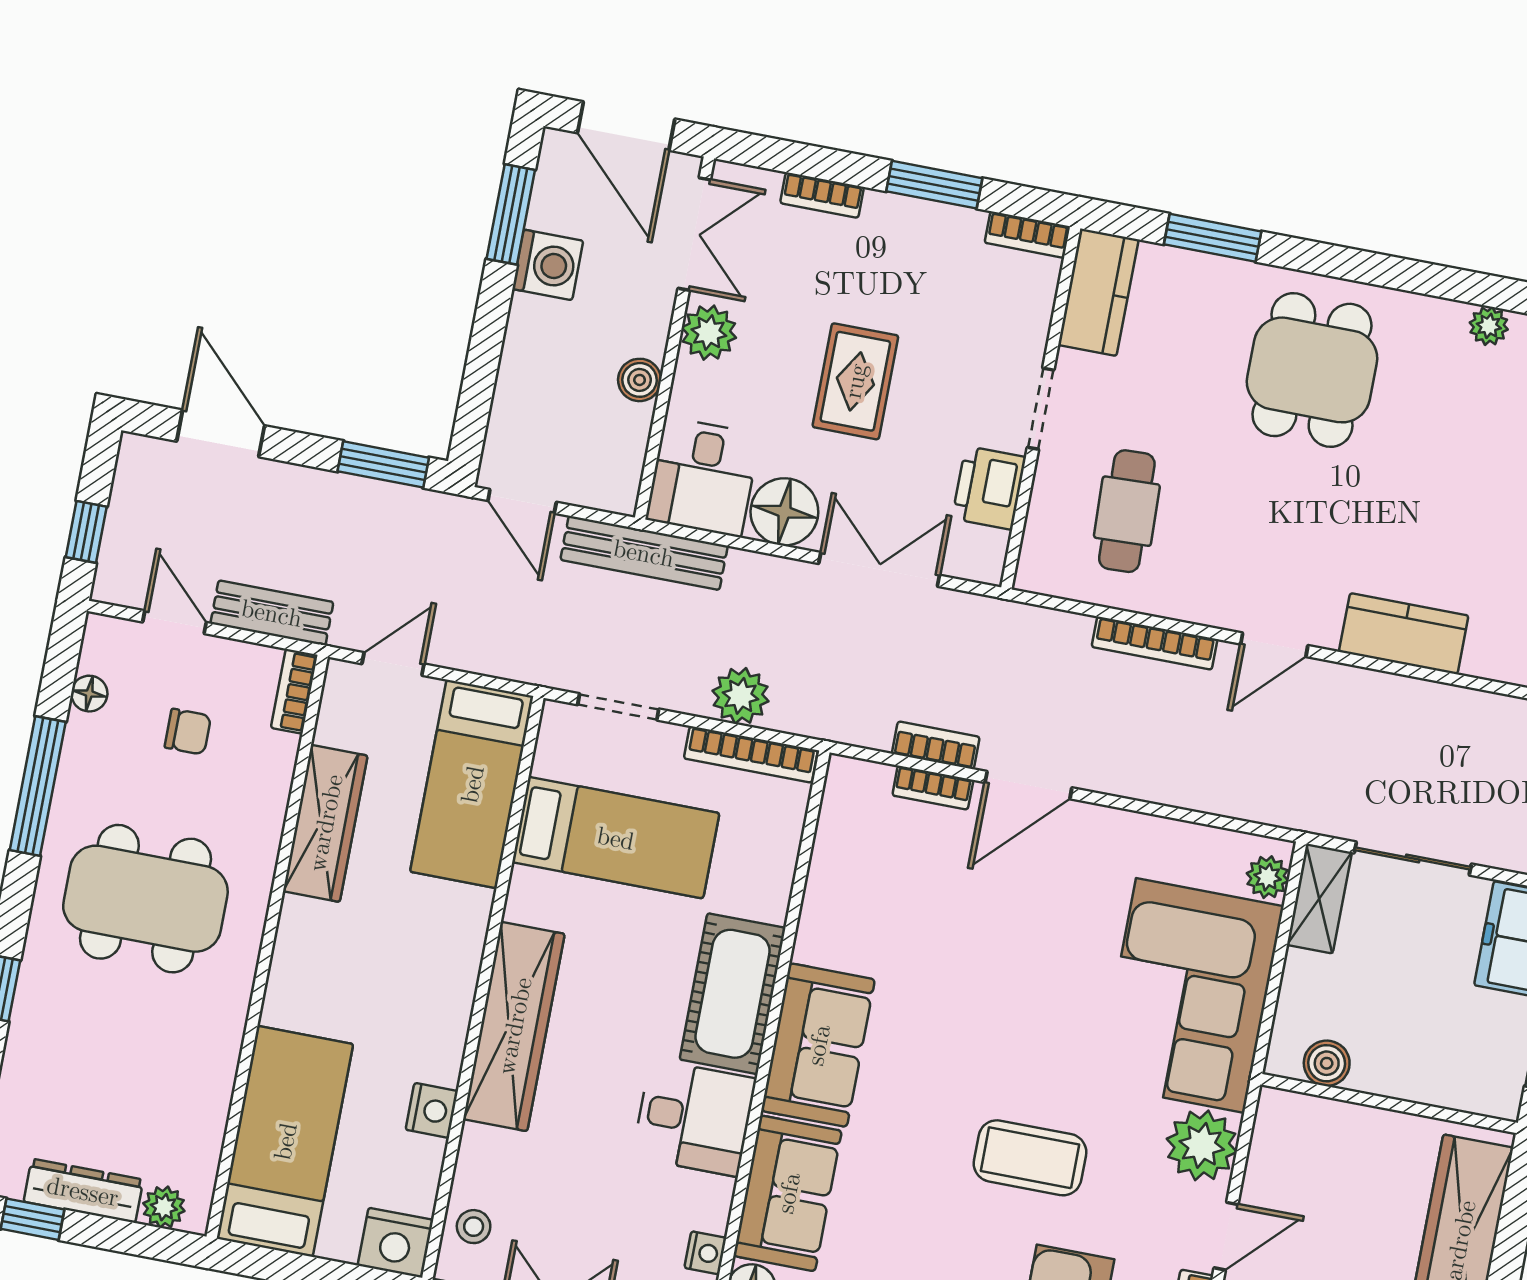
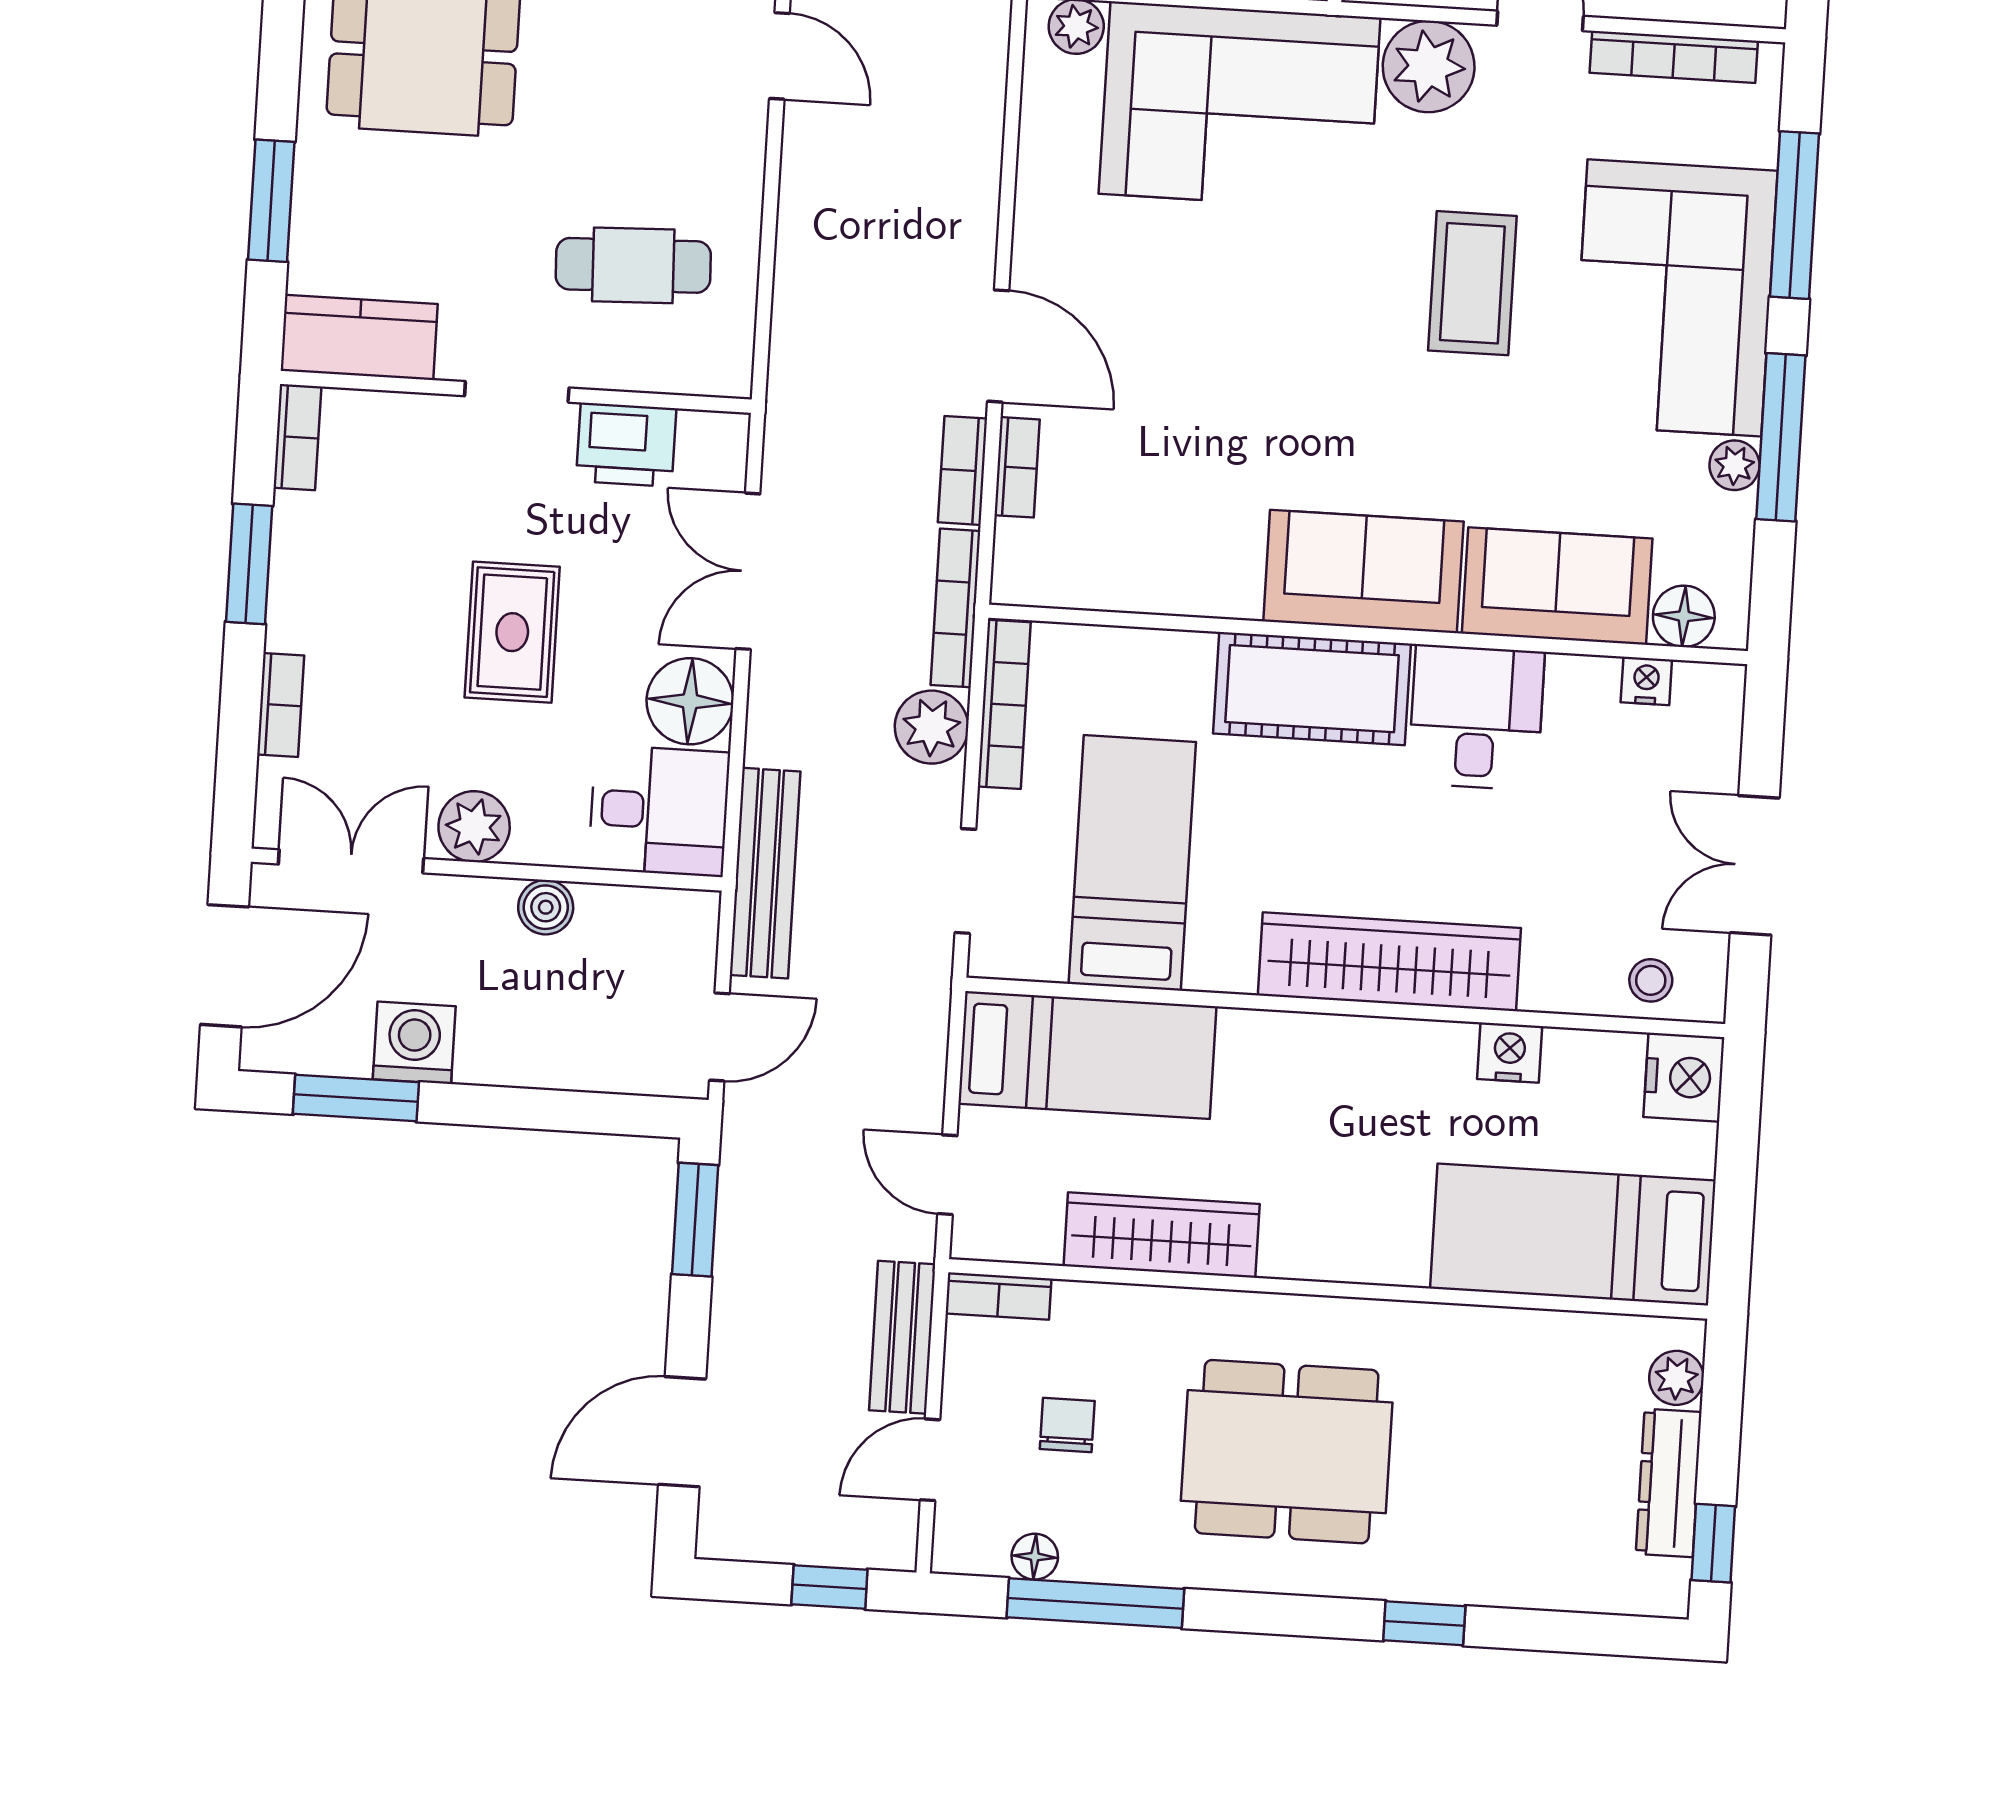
rug: (855, 381) -> (512, 632), turned 90
bookcase: (1155, 643) -> (955, 608), moved, turned 180
window: (38, 786) -> (1095, 1603), moved
dining table: (145, 899) -> (1287, 1452), turned 90

